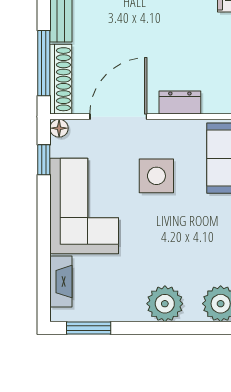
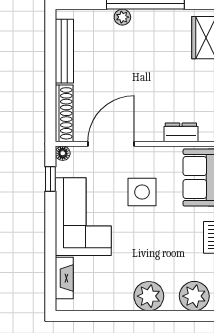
window: (44, 63) -> (50, 100), removed
dresser: (180, 103) -> (181, 132), moved
window: (89, 328) -> (87, 316), removed

